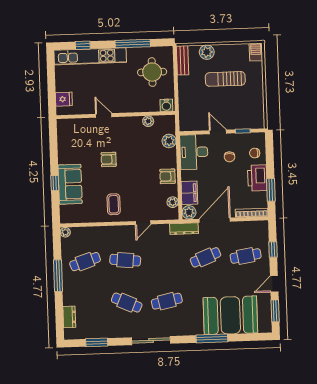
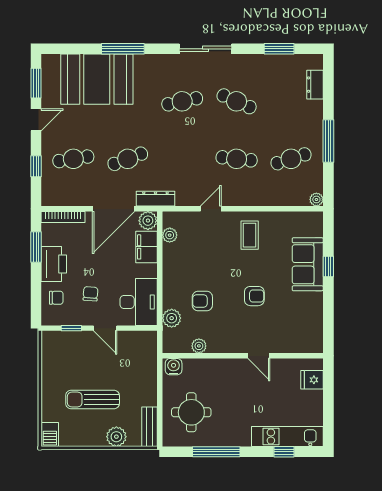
kitchen unit: (90, 56) -> (287, 437), width x0.73
sun lounger: (225, 79) -> (93, 400), turned 180
armchair: (167, 176) -> (202, 301), moved, turned 180

